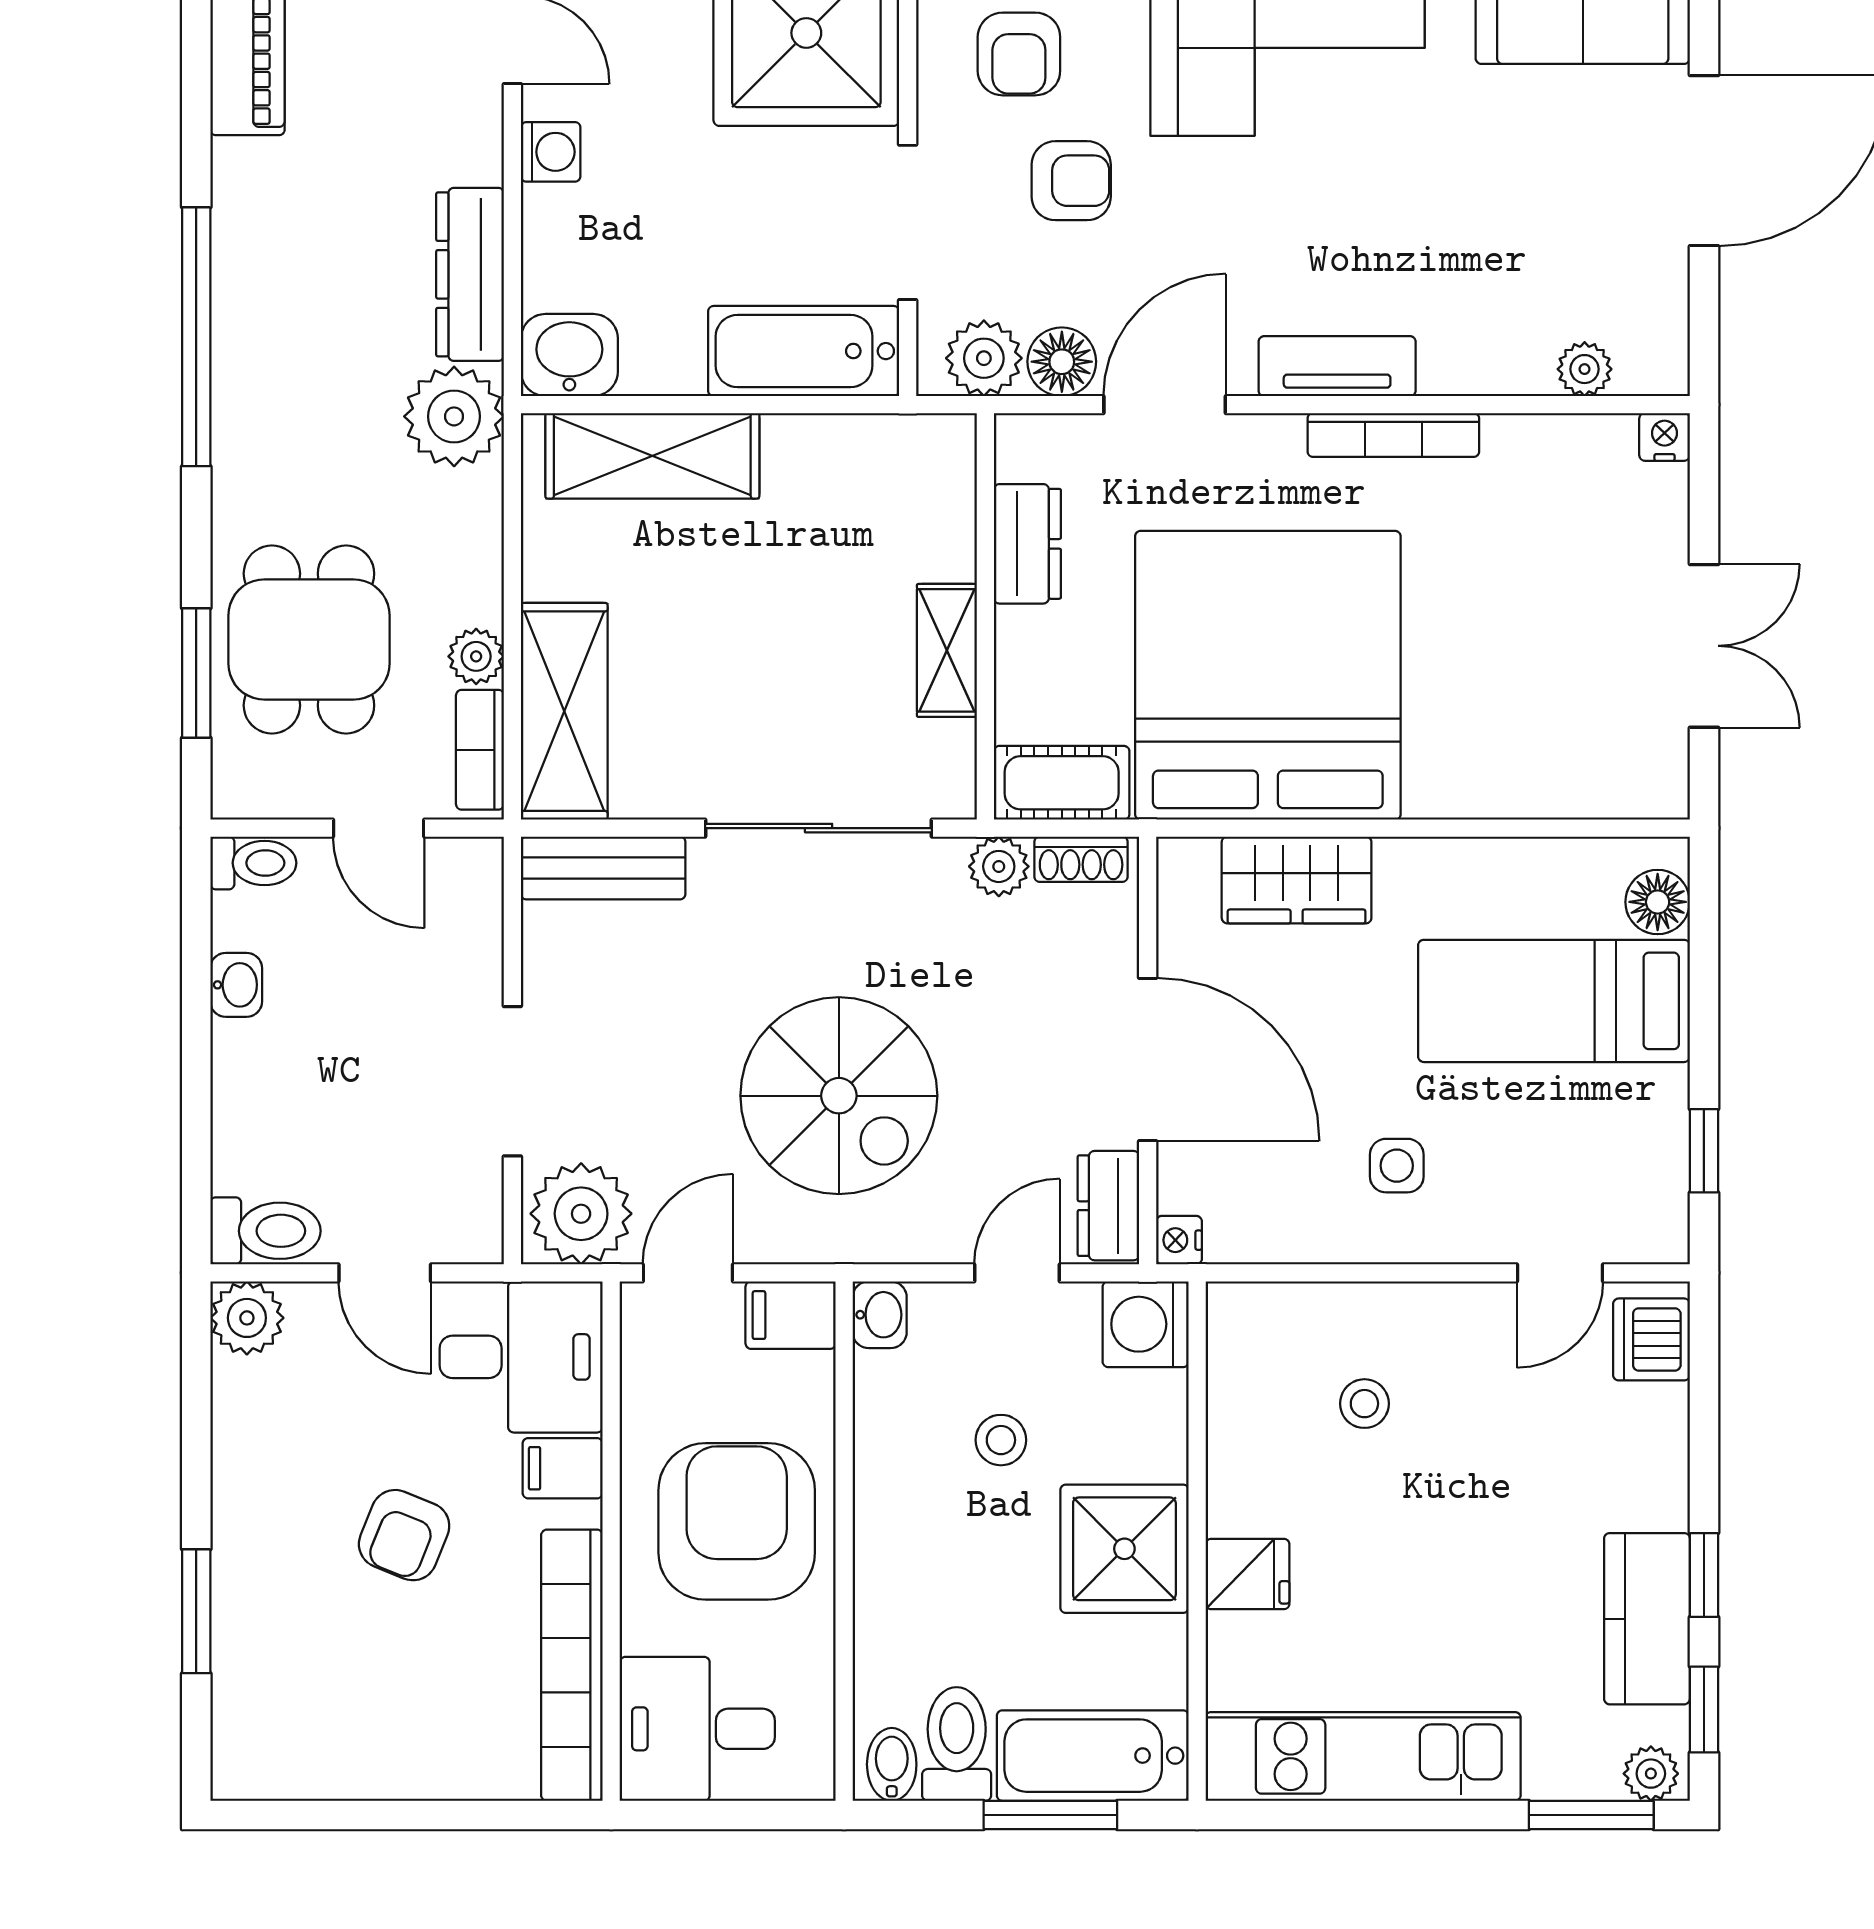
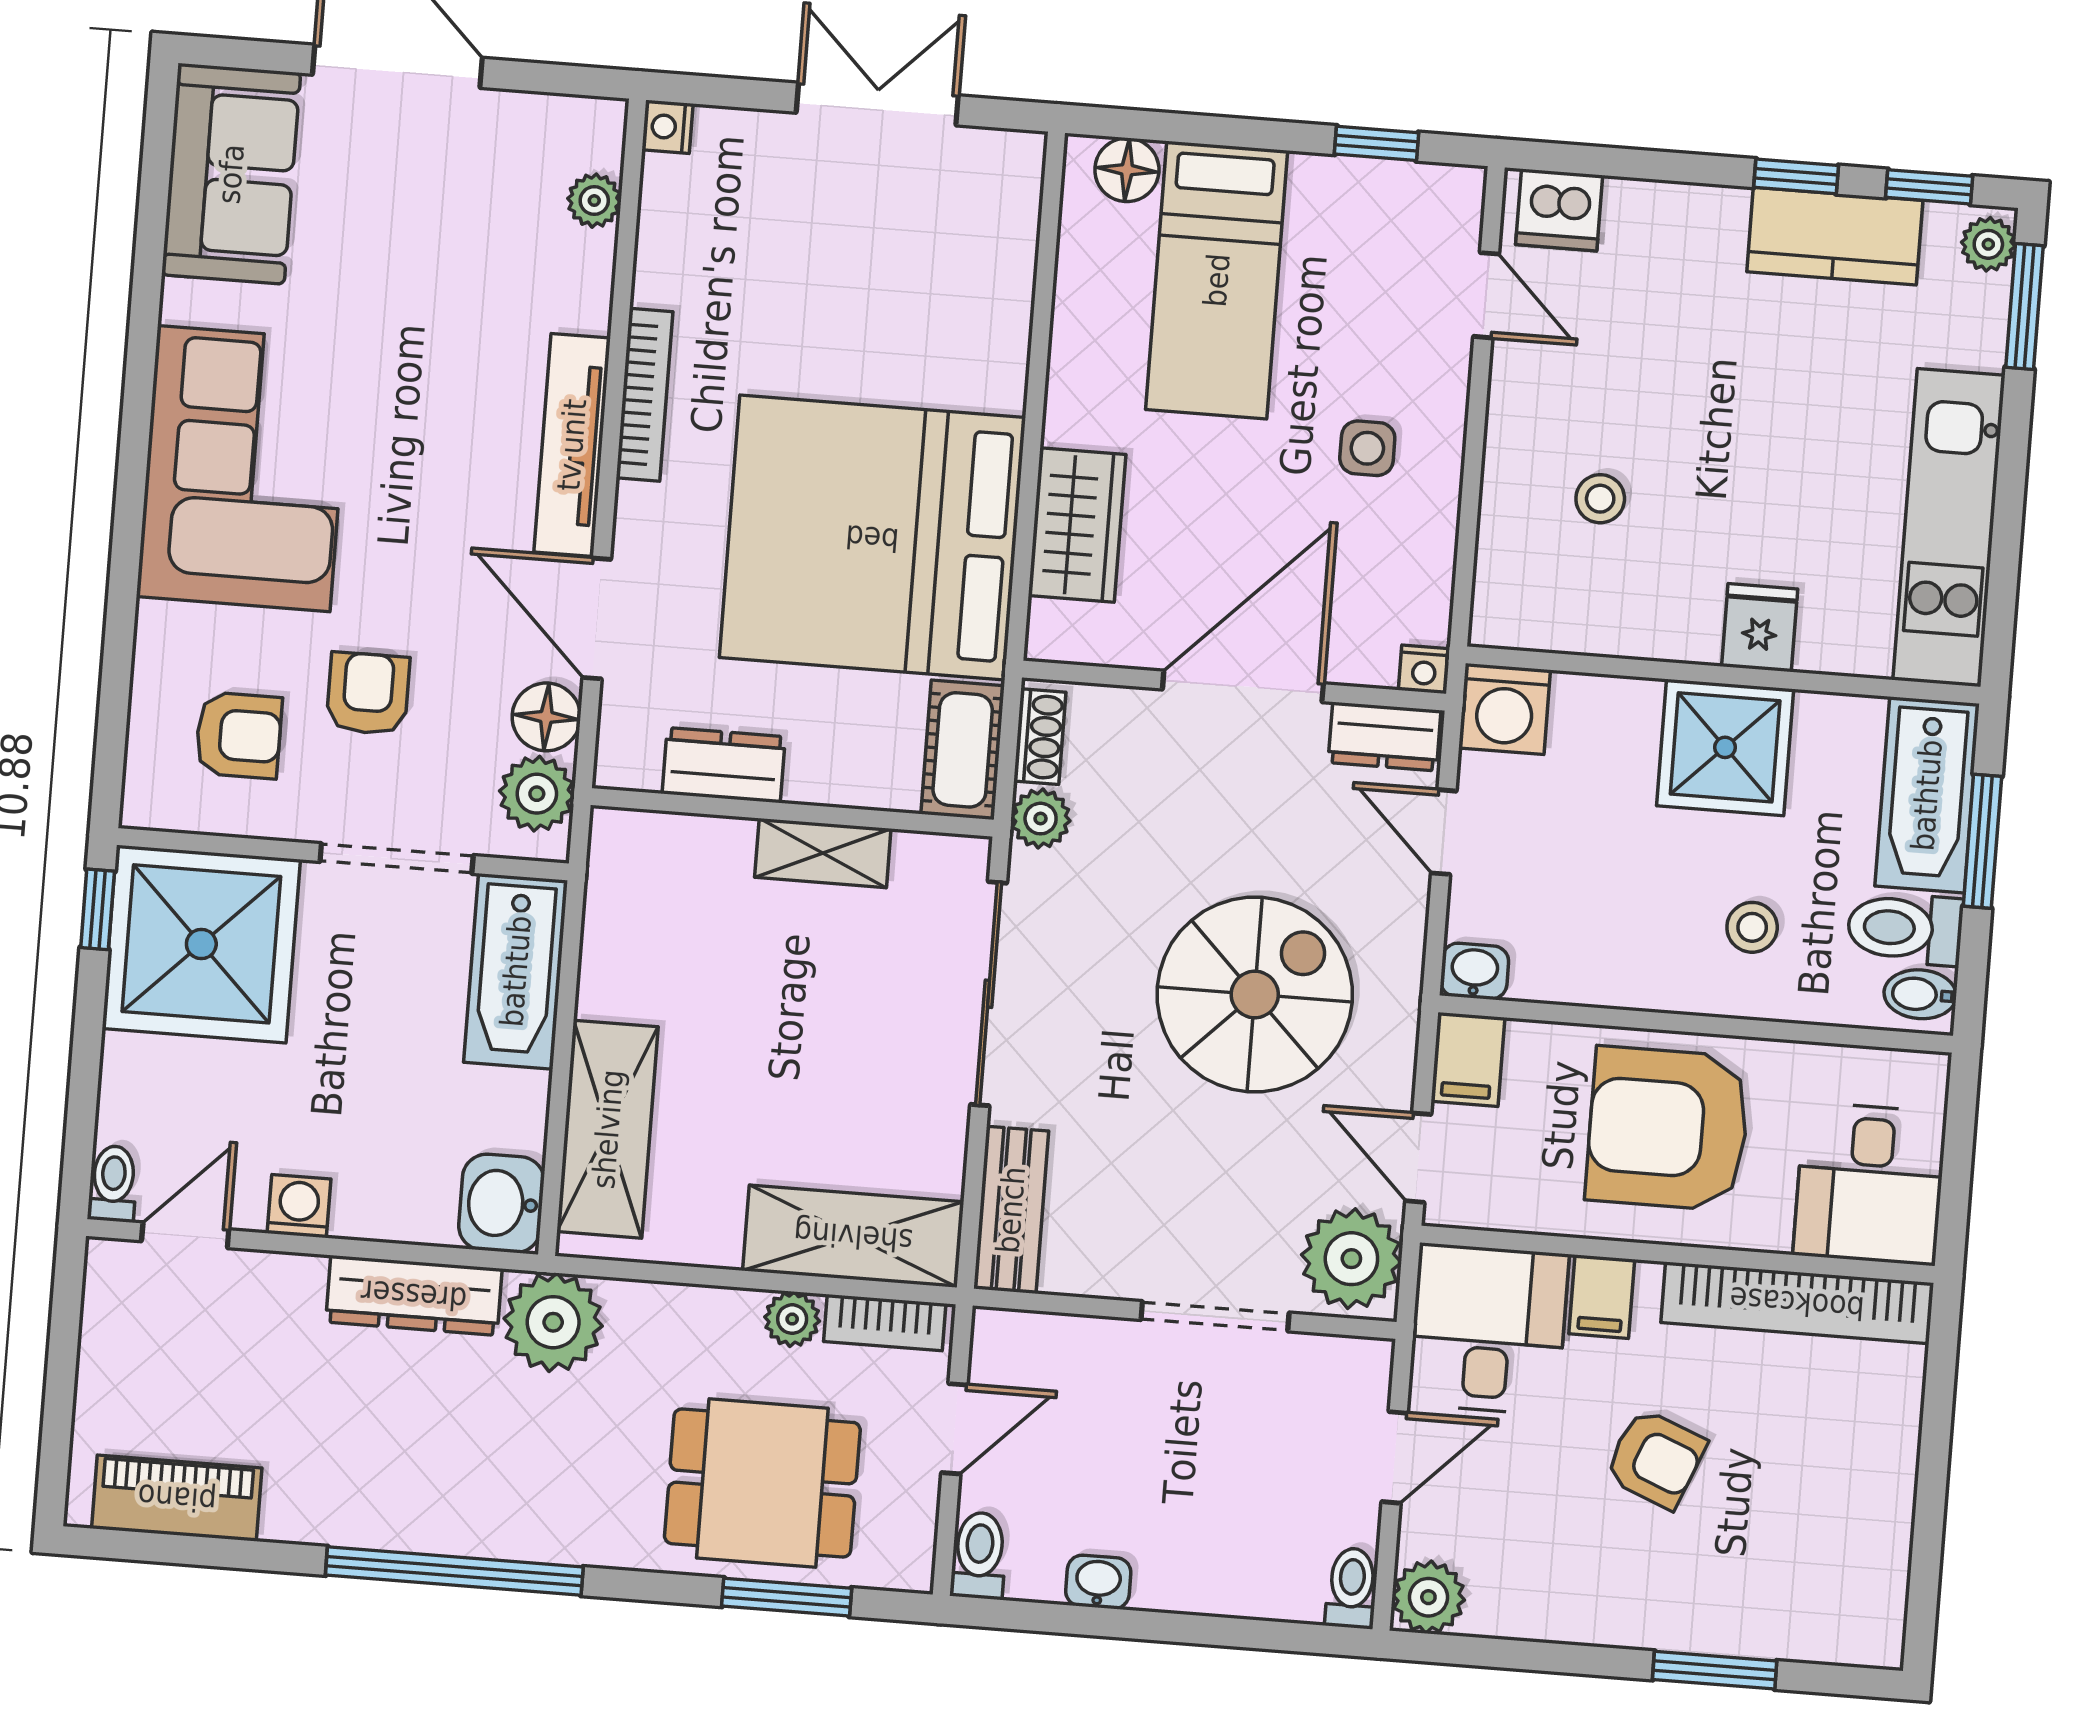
tv unit: (1337, 366) -> (572, 445), width x1.41
toilet: (265, 1231) -> (1352, 1588), width x0.73, depth x0.72
stool: (1001, 1440) -> (1752, 927), moved

